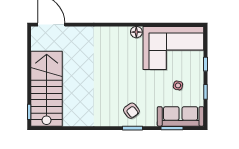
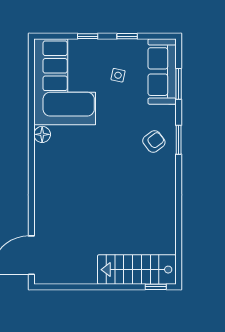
stairs: (47, 89) -> (137, 270), width x0.73, depth x0.66

